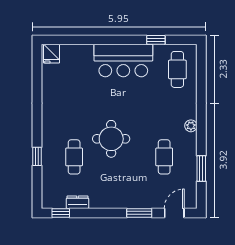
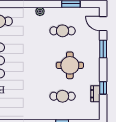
round table: (111, 139) -> (70, 65), moved
window: (61, 213) -> (103, 88), moved

